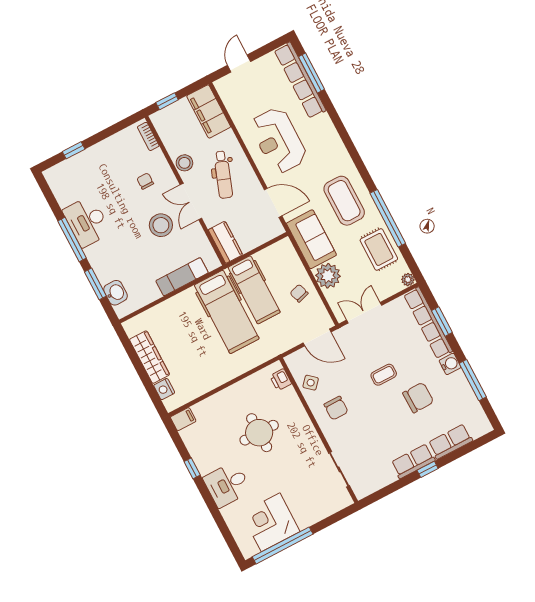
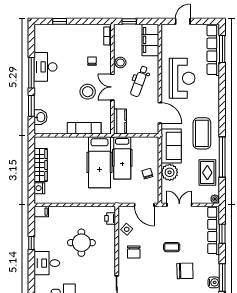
reception desk: (278, 140) -> (182, 78), turned 180
water cooler: (450, 364) -> (214, 282), moved

